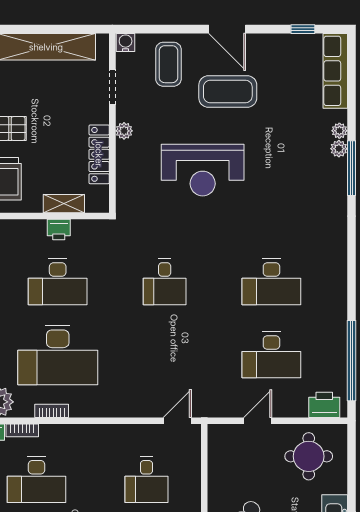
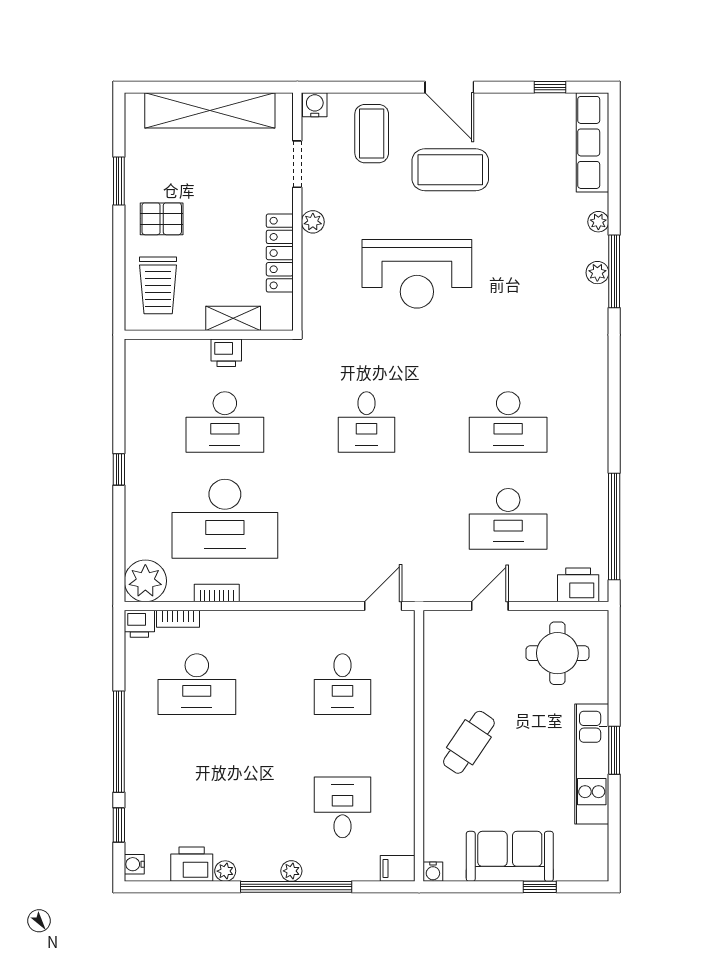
plant: (339, 149) -> (597, 273), moved

